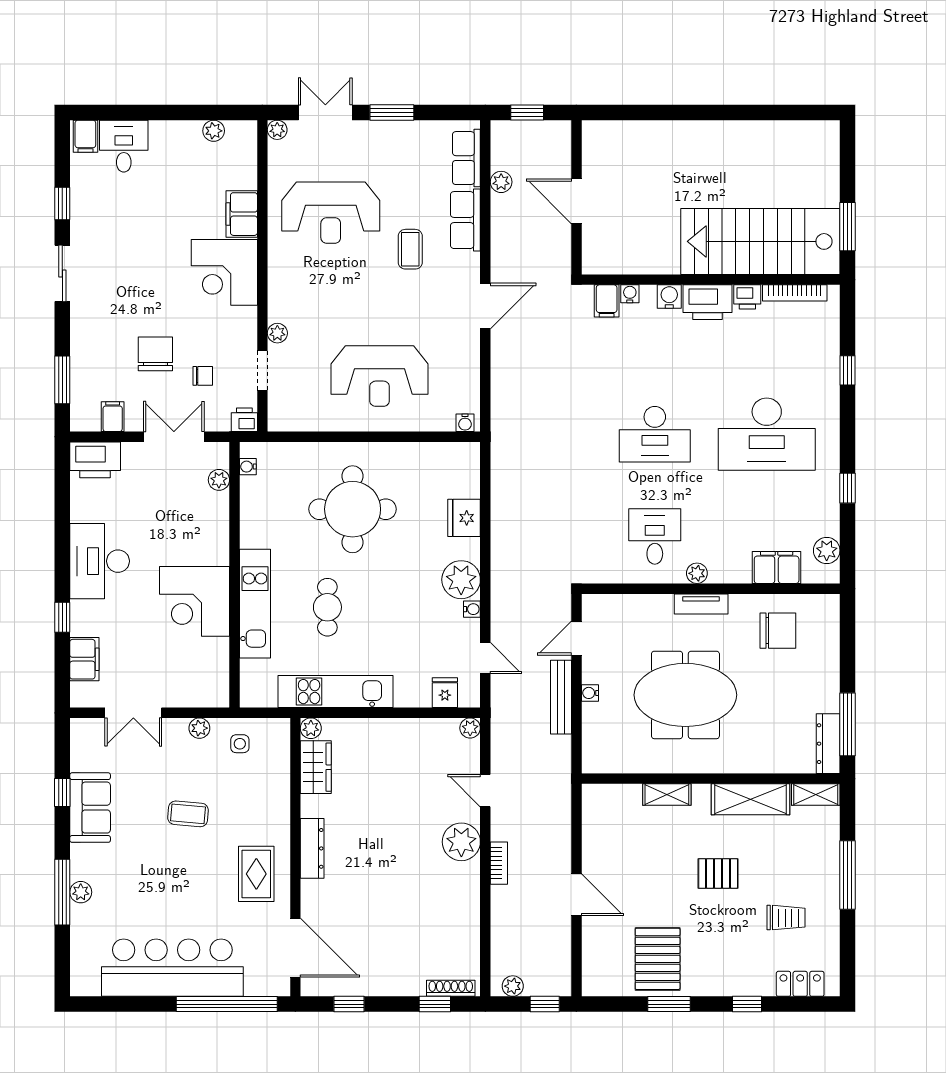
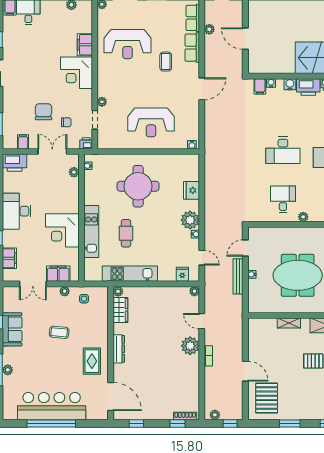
tv unit: (701, 604) -> (305, 232), removed
filing cabinet: (186, 692) -> (58, 274), added
pallet: (658, 959) -> (267, 398), moved
window: (227, 1004) -> (51, 424), moved

